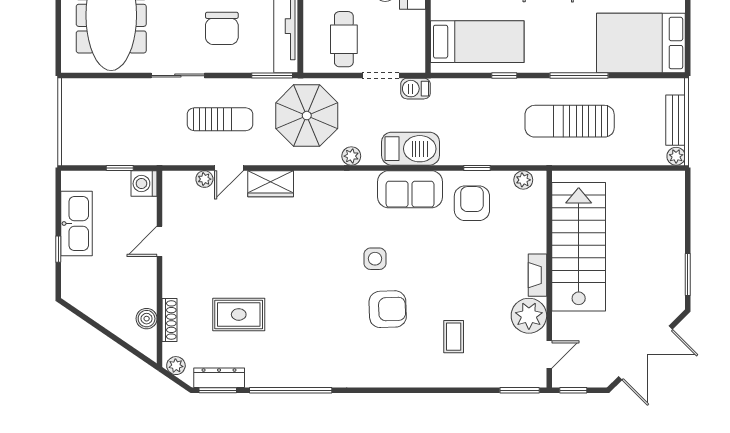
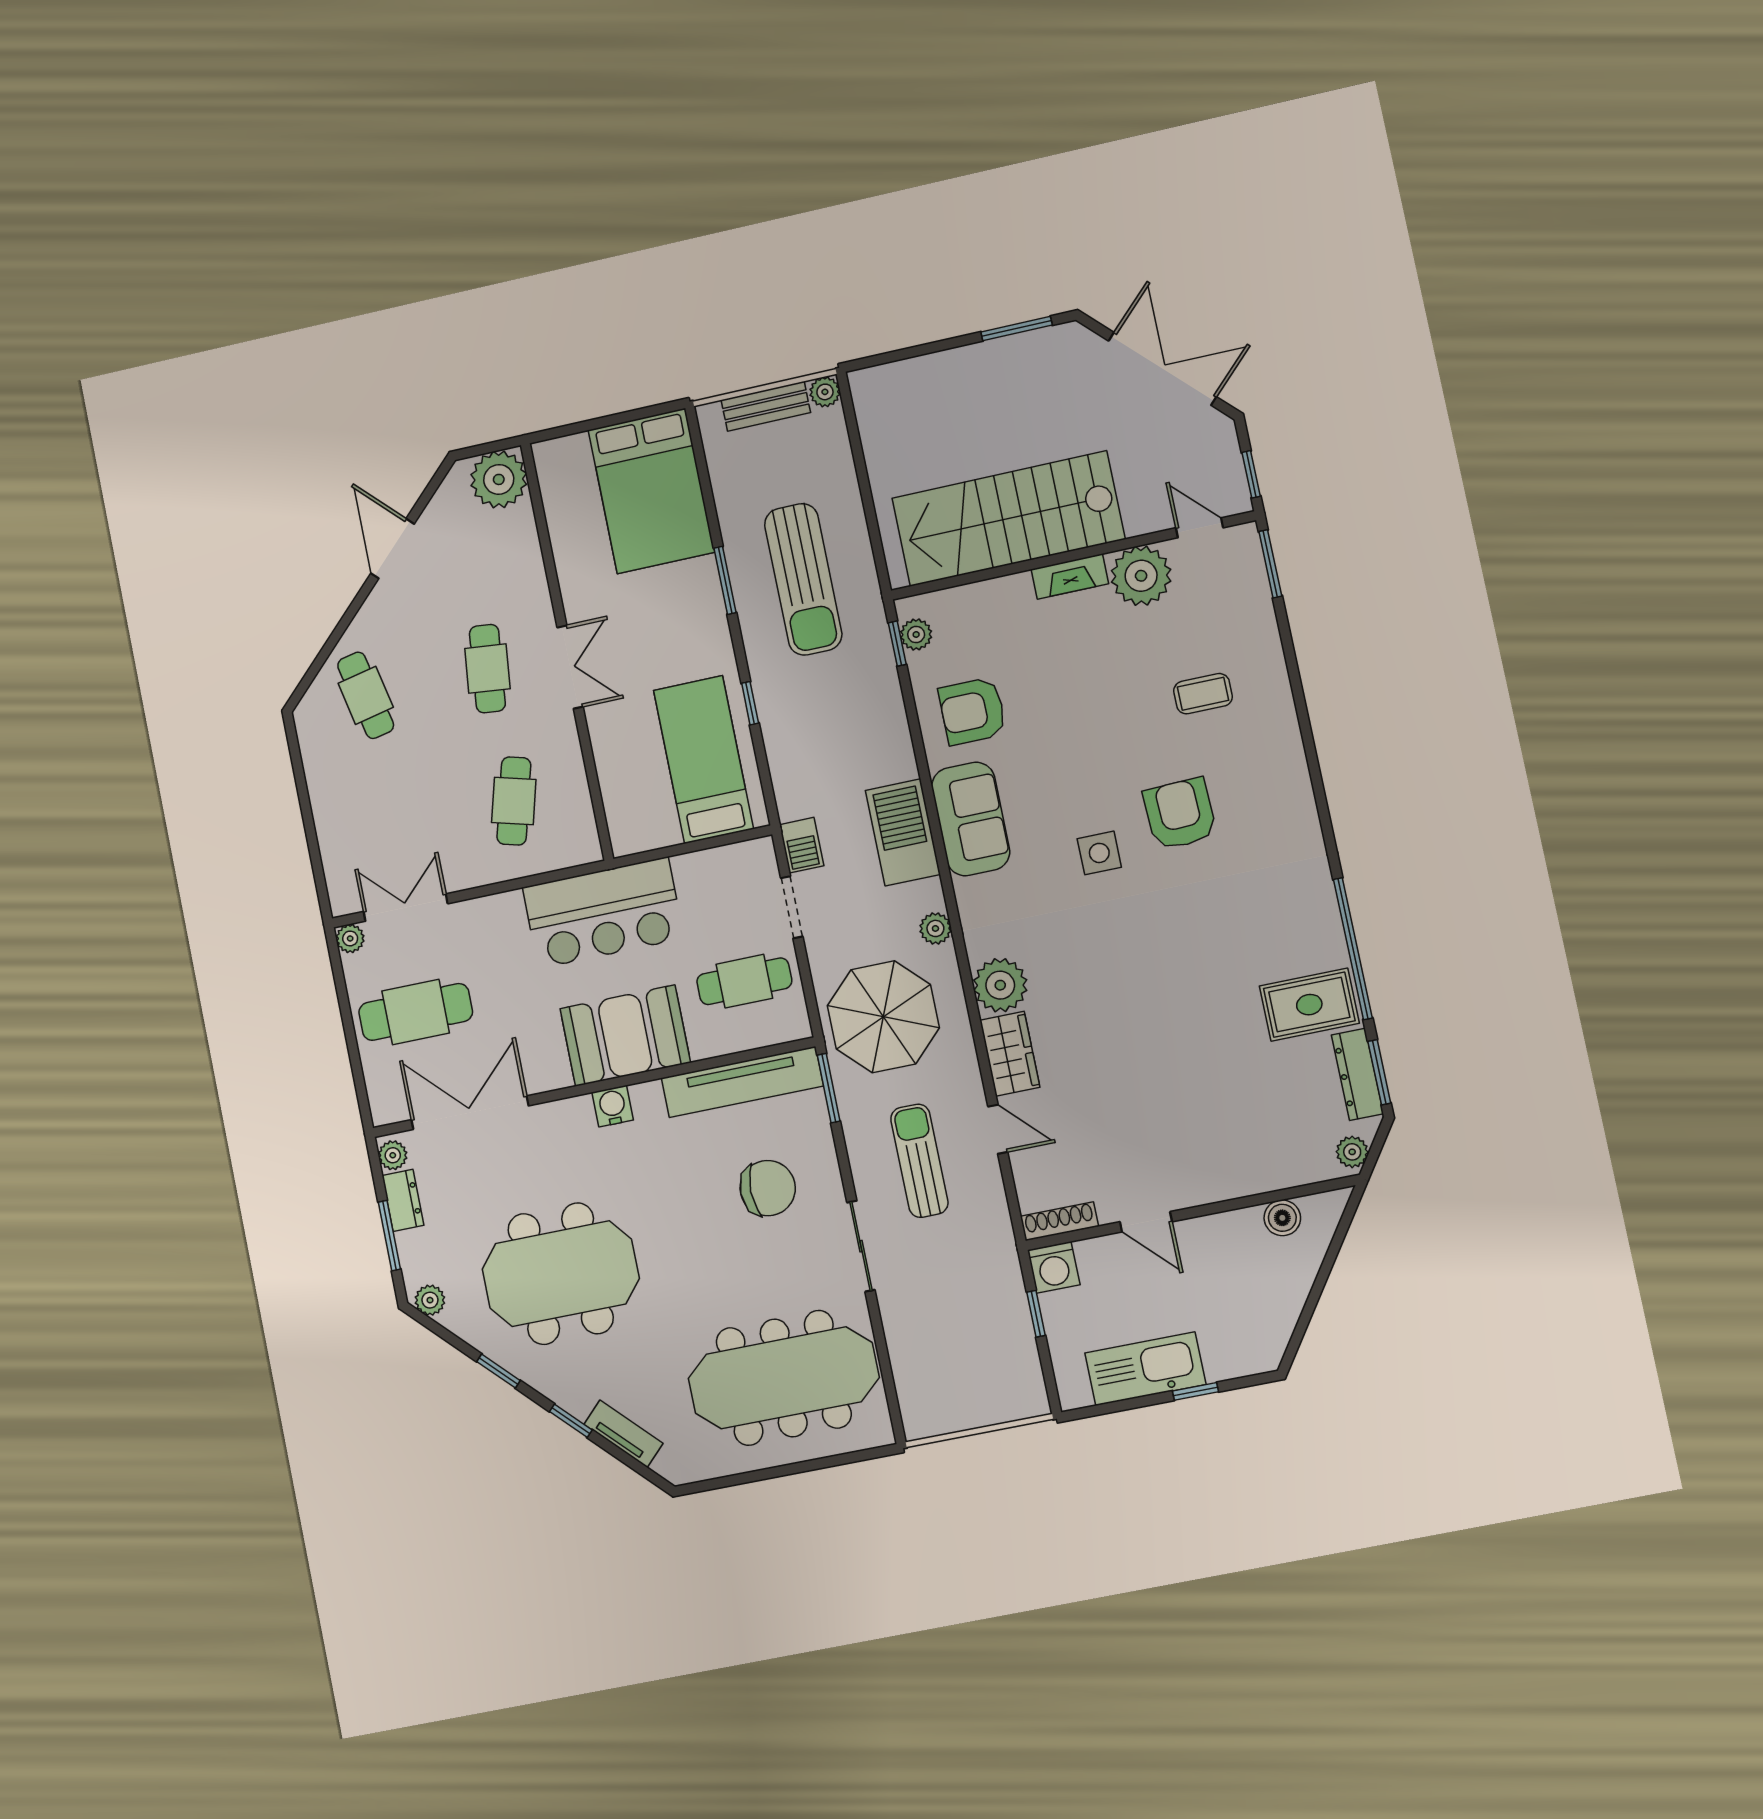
window: (579, 76) -> (725, 580), width x0.69
window: (477, 168) -> (897, 644), moved
plant: (204, 179) -> (1000, 985), moved, width x1.88, depth x1.88
rug: (239, 314) -> (1309, 1005), moved, turned 90
shoe rack: (170, 320) -> (1059, 1221), moved

